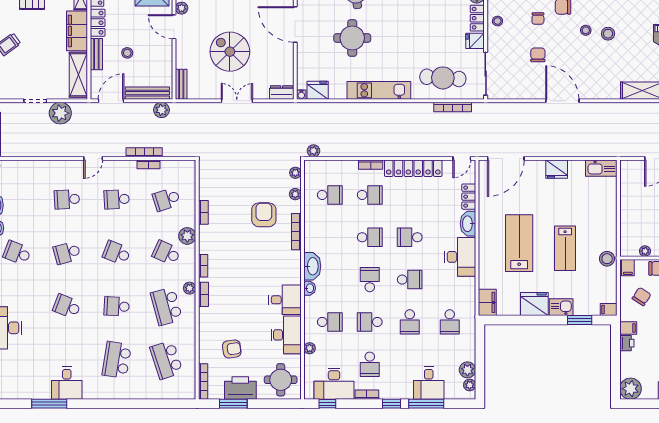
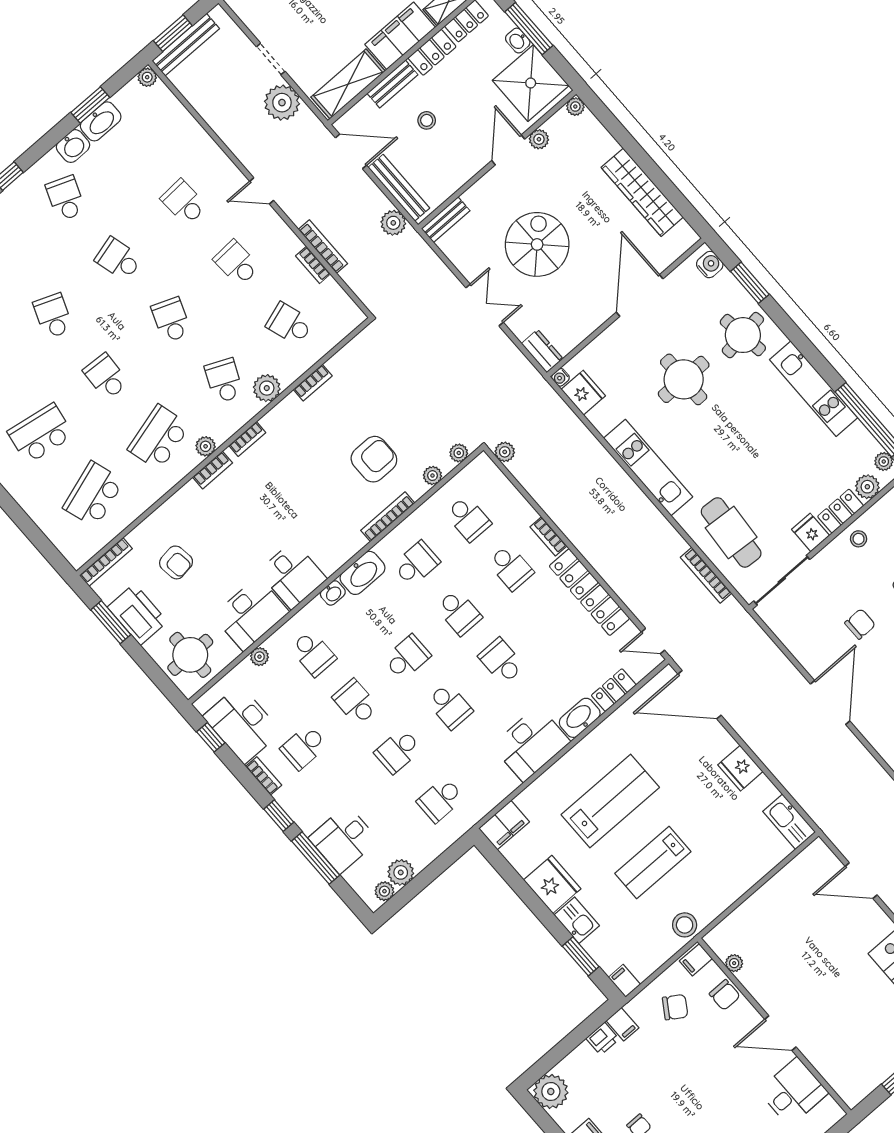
school desk: (330, 237) -> (416, 563), added

